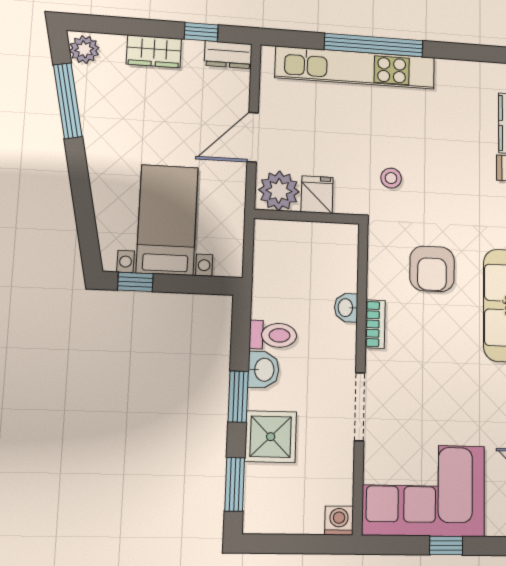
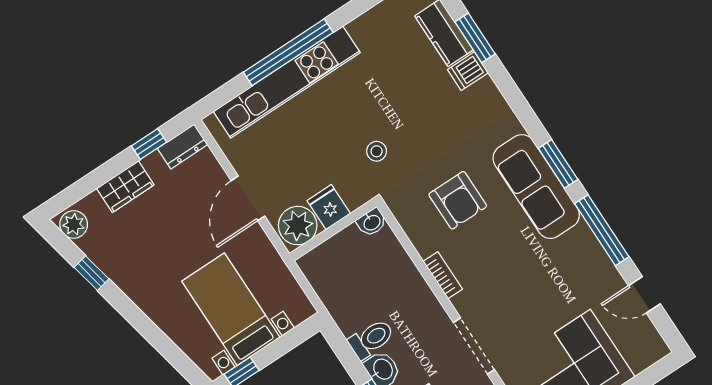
window: (68, 101) -> (92, 273), width x0.46
washbasin: (346, 308) -> (372, 222), moved, turned -90

